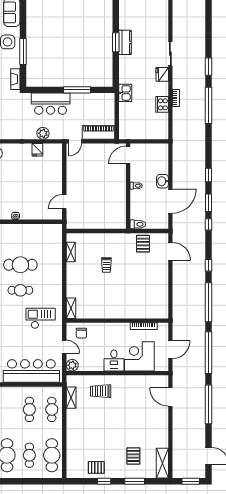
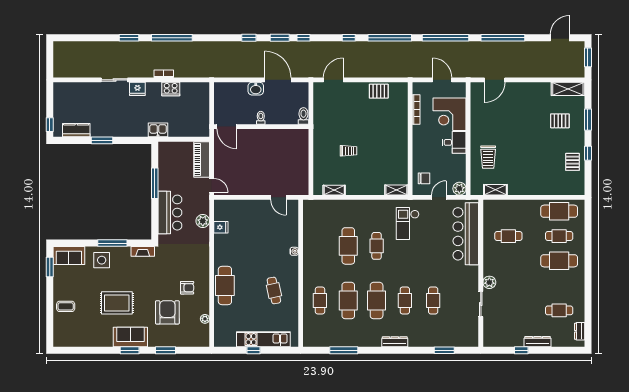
kitchen counter: (125, 42) -> (76, 130), moved
pallet: (143, 244) -> (379, 91), moved
cafe table: (52, 409) -> (508, 211), removed

